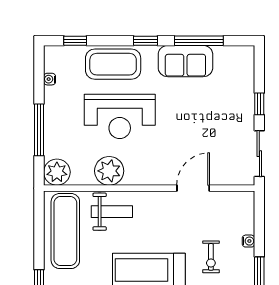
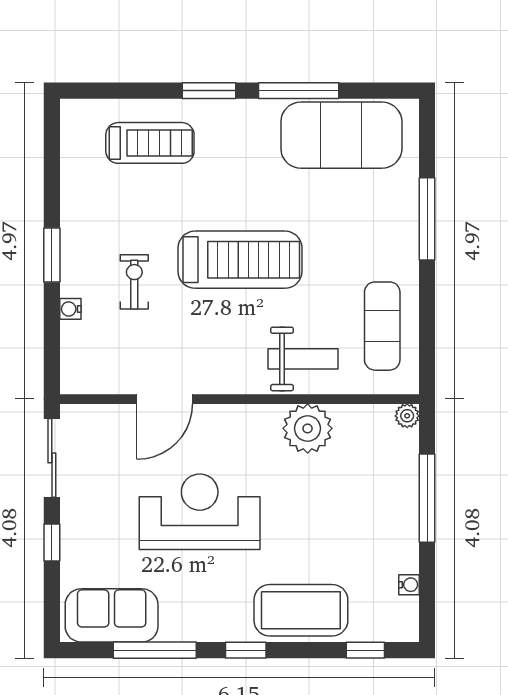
sofa: (185, 61) -> (112, 615), moved
reception desk: (120, 116) -> (200, 512), moved
plant: (57, 172) -> (407, 416), width x0.53, depth x0.53
weight bench: (112, 212) -> (303, 359), turned 180
exercise mat: (65, 231) -> (382, 326), width x0.73, depth x0.69

